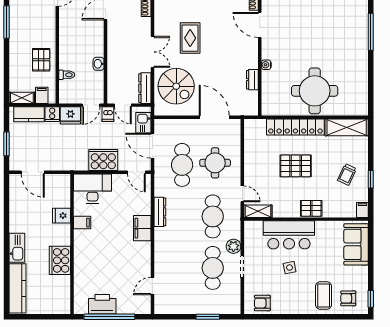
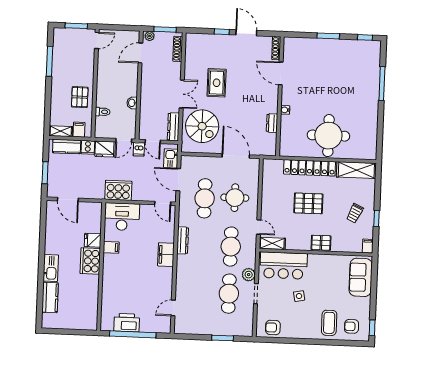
cooker: (103, 160) -> (118, 190), moved
bar counter: (289, 235) -> (284, 266), moved
cooker: (60, 260) -> (90, 261), moved
kitchen counter: (18, 288) -> (50, 297), width x0.67

